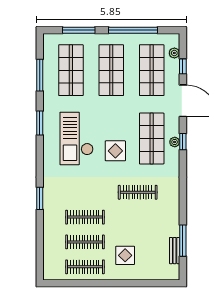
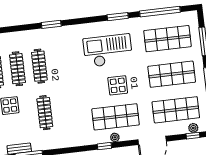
window: (183, 66) -> (193, 136), moved
window: (40, 75) -> (160, 12), width x1.46
window: (183, 142) -> (104, 146), moved
display table: (115, 151) -> (118, 85), moved
clothes rail: (138, 192) -> (45, 113), moved

